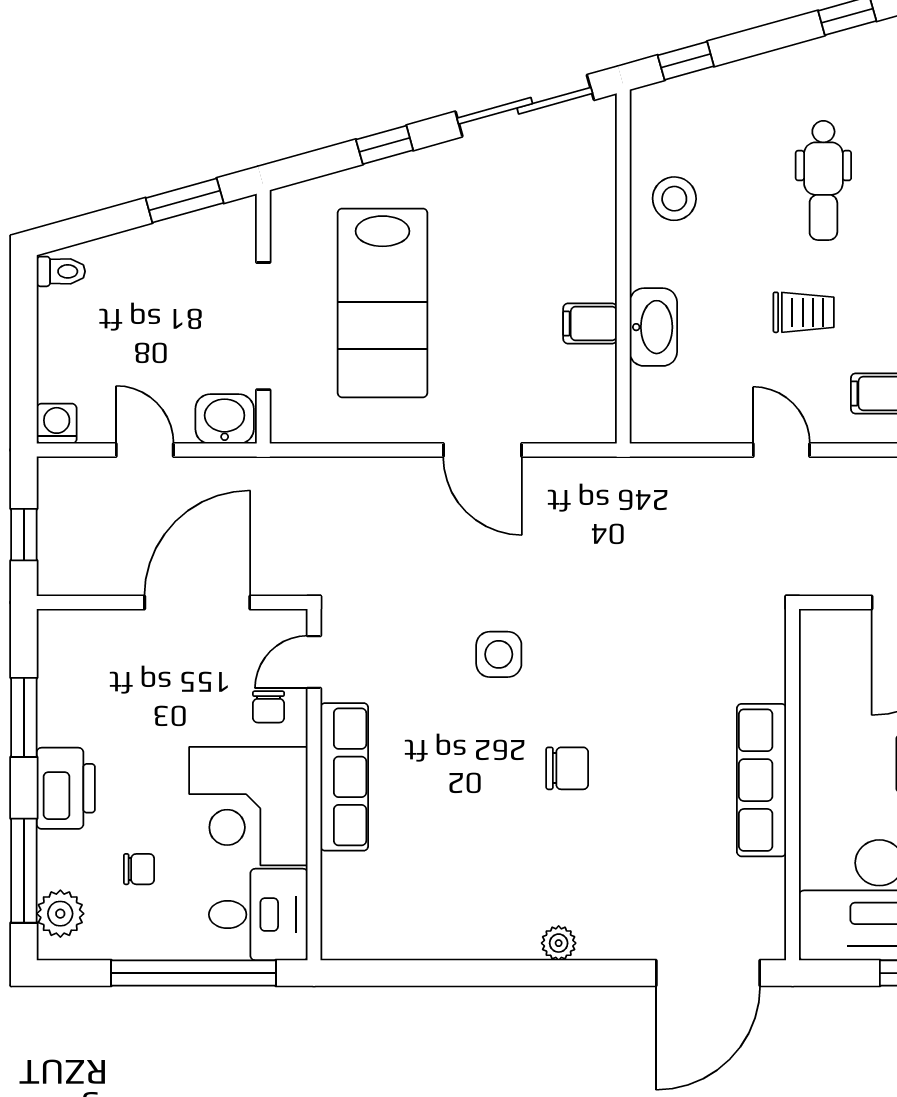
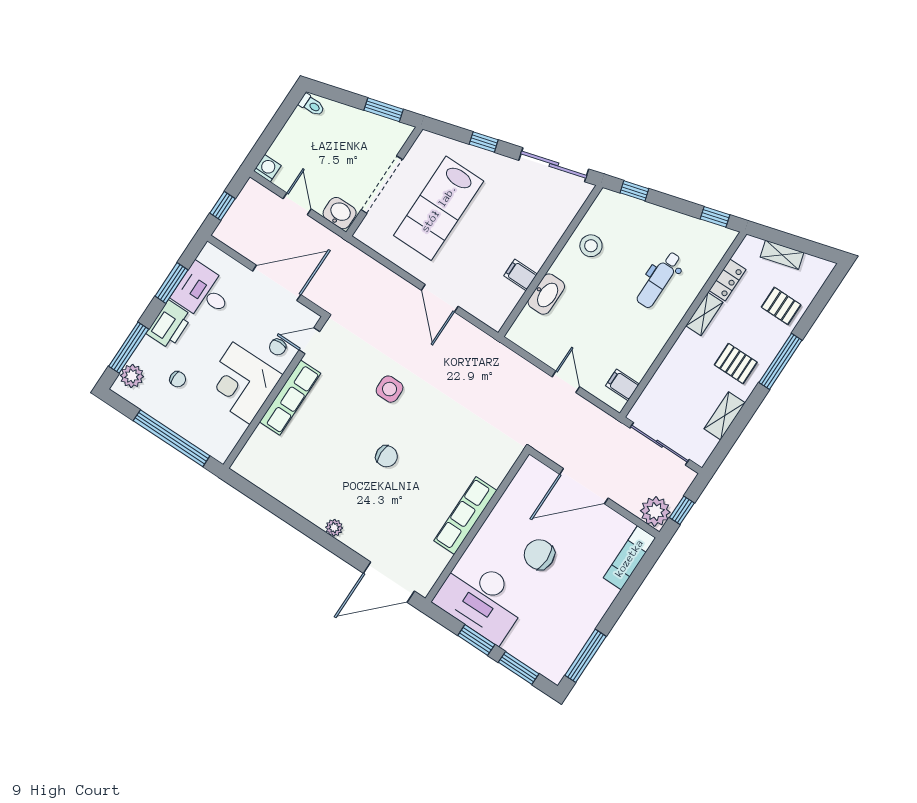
trolley: (804, 312) -> (614, 330), removed
desk: (258, 915) -> (203, 292), moved, turned 180

